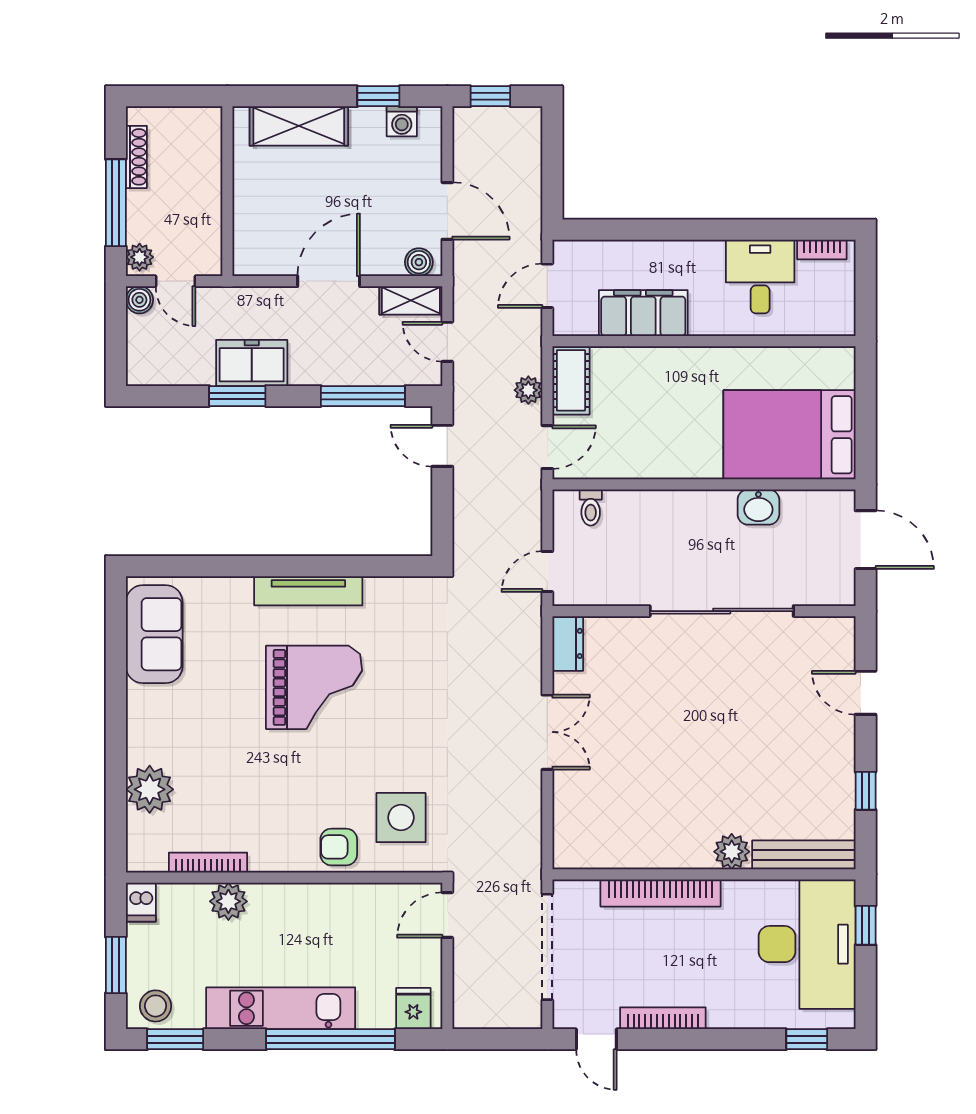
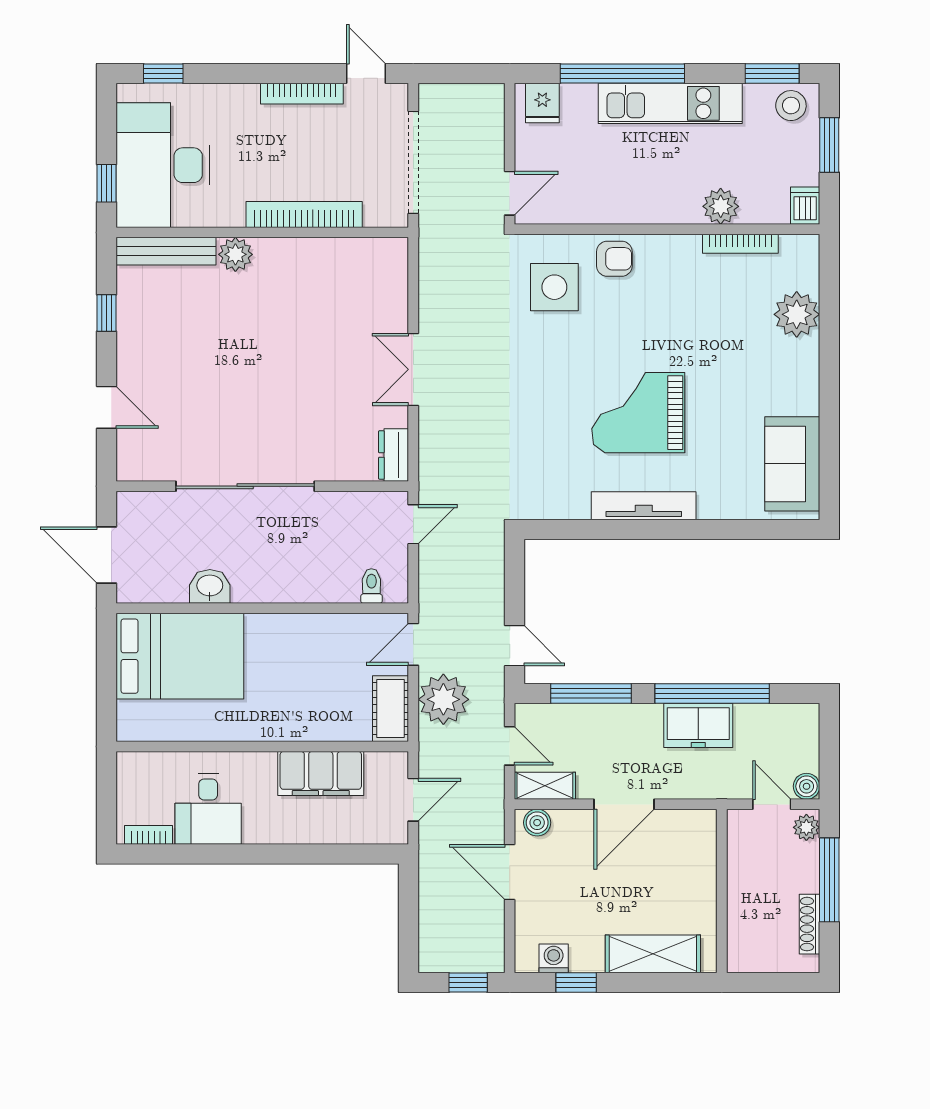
plant: (528, 390) -> (443, 699), width x1.87, depth x1.87
window: (237, 396) -> (712, 693), width x2.11

